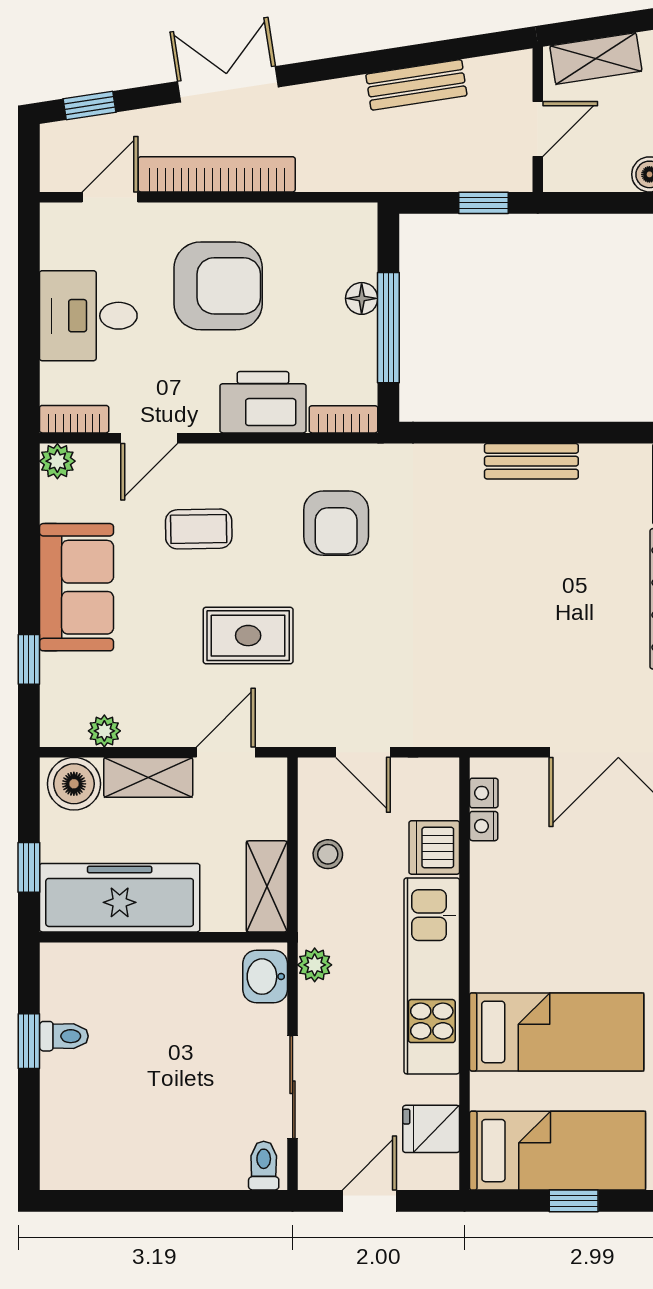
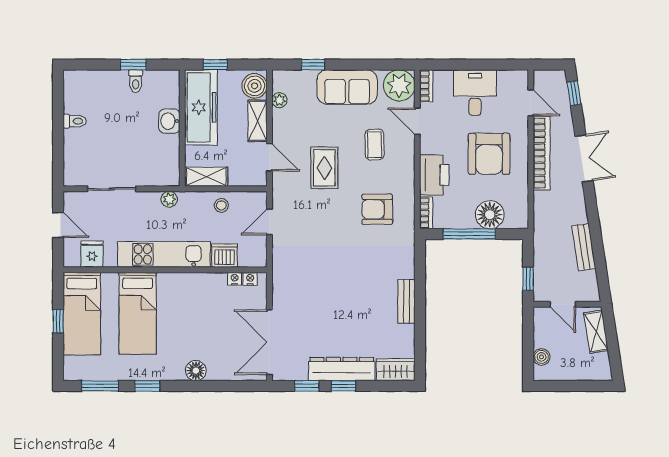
floor lamp: (362, 298) -> (490, 215), width x1.89, depth x1.89
plant: (57, 461) -> (399, 85), width x1.88, depth x1.88
washbasin: (265, 977) -> (169, 121), moved, turned -90
toilet: (264, 1166) -> (75, 121), moved

